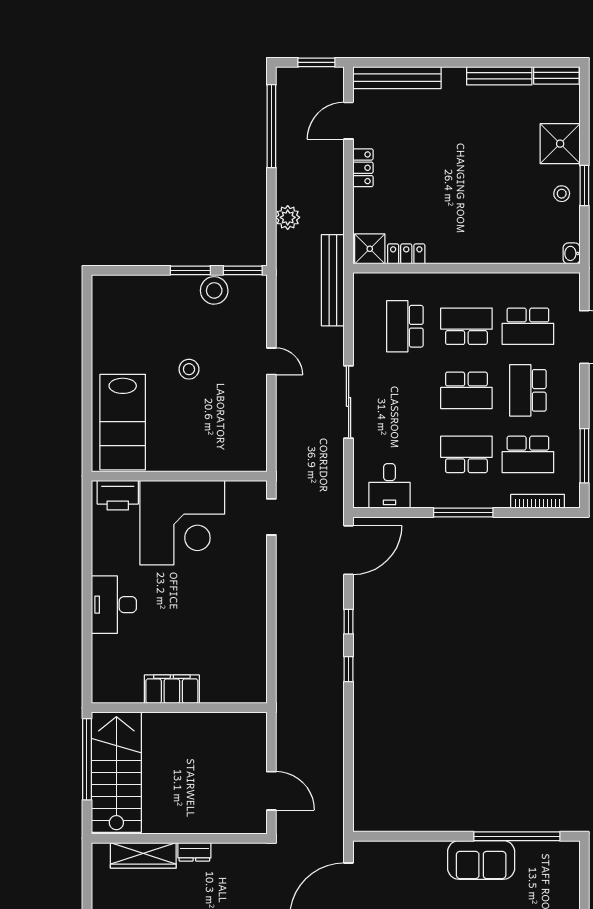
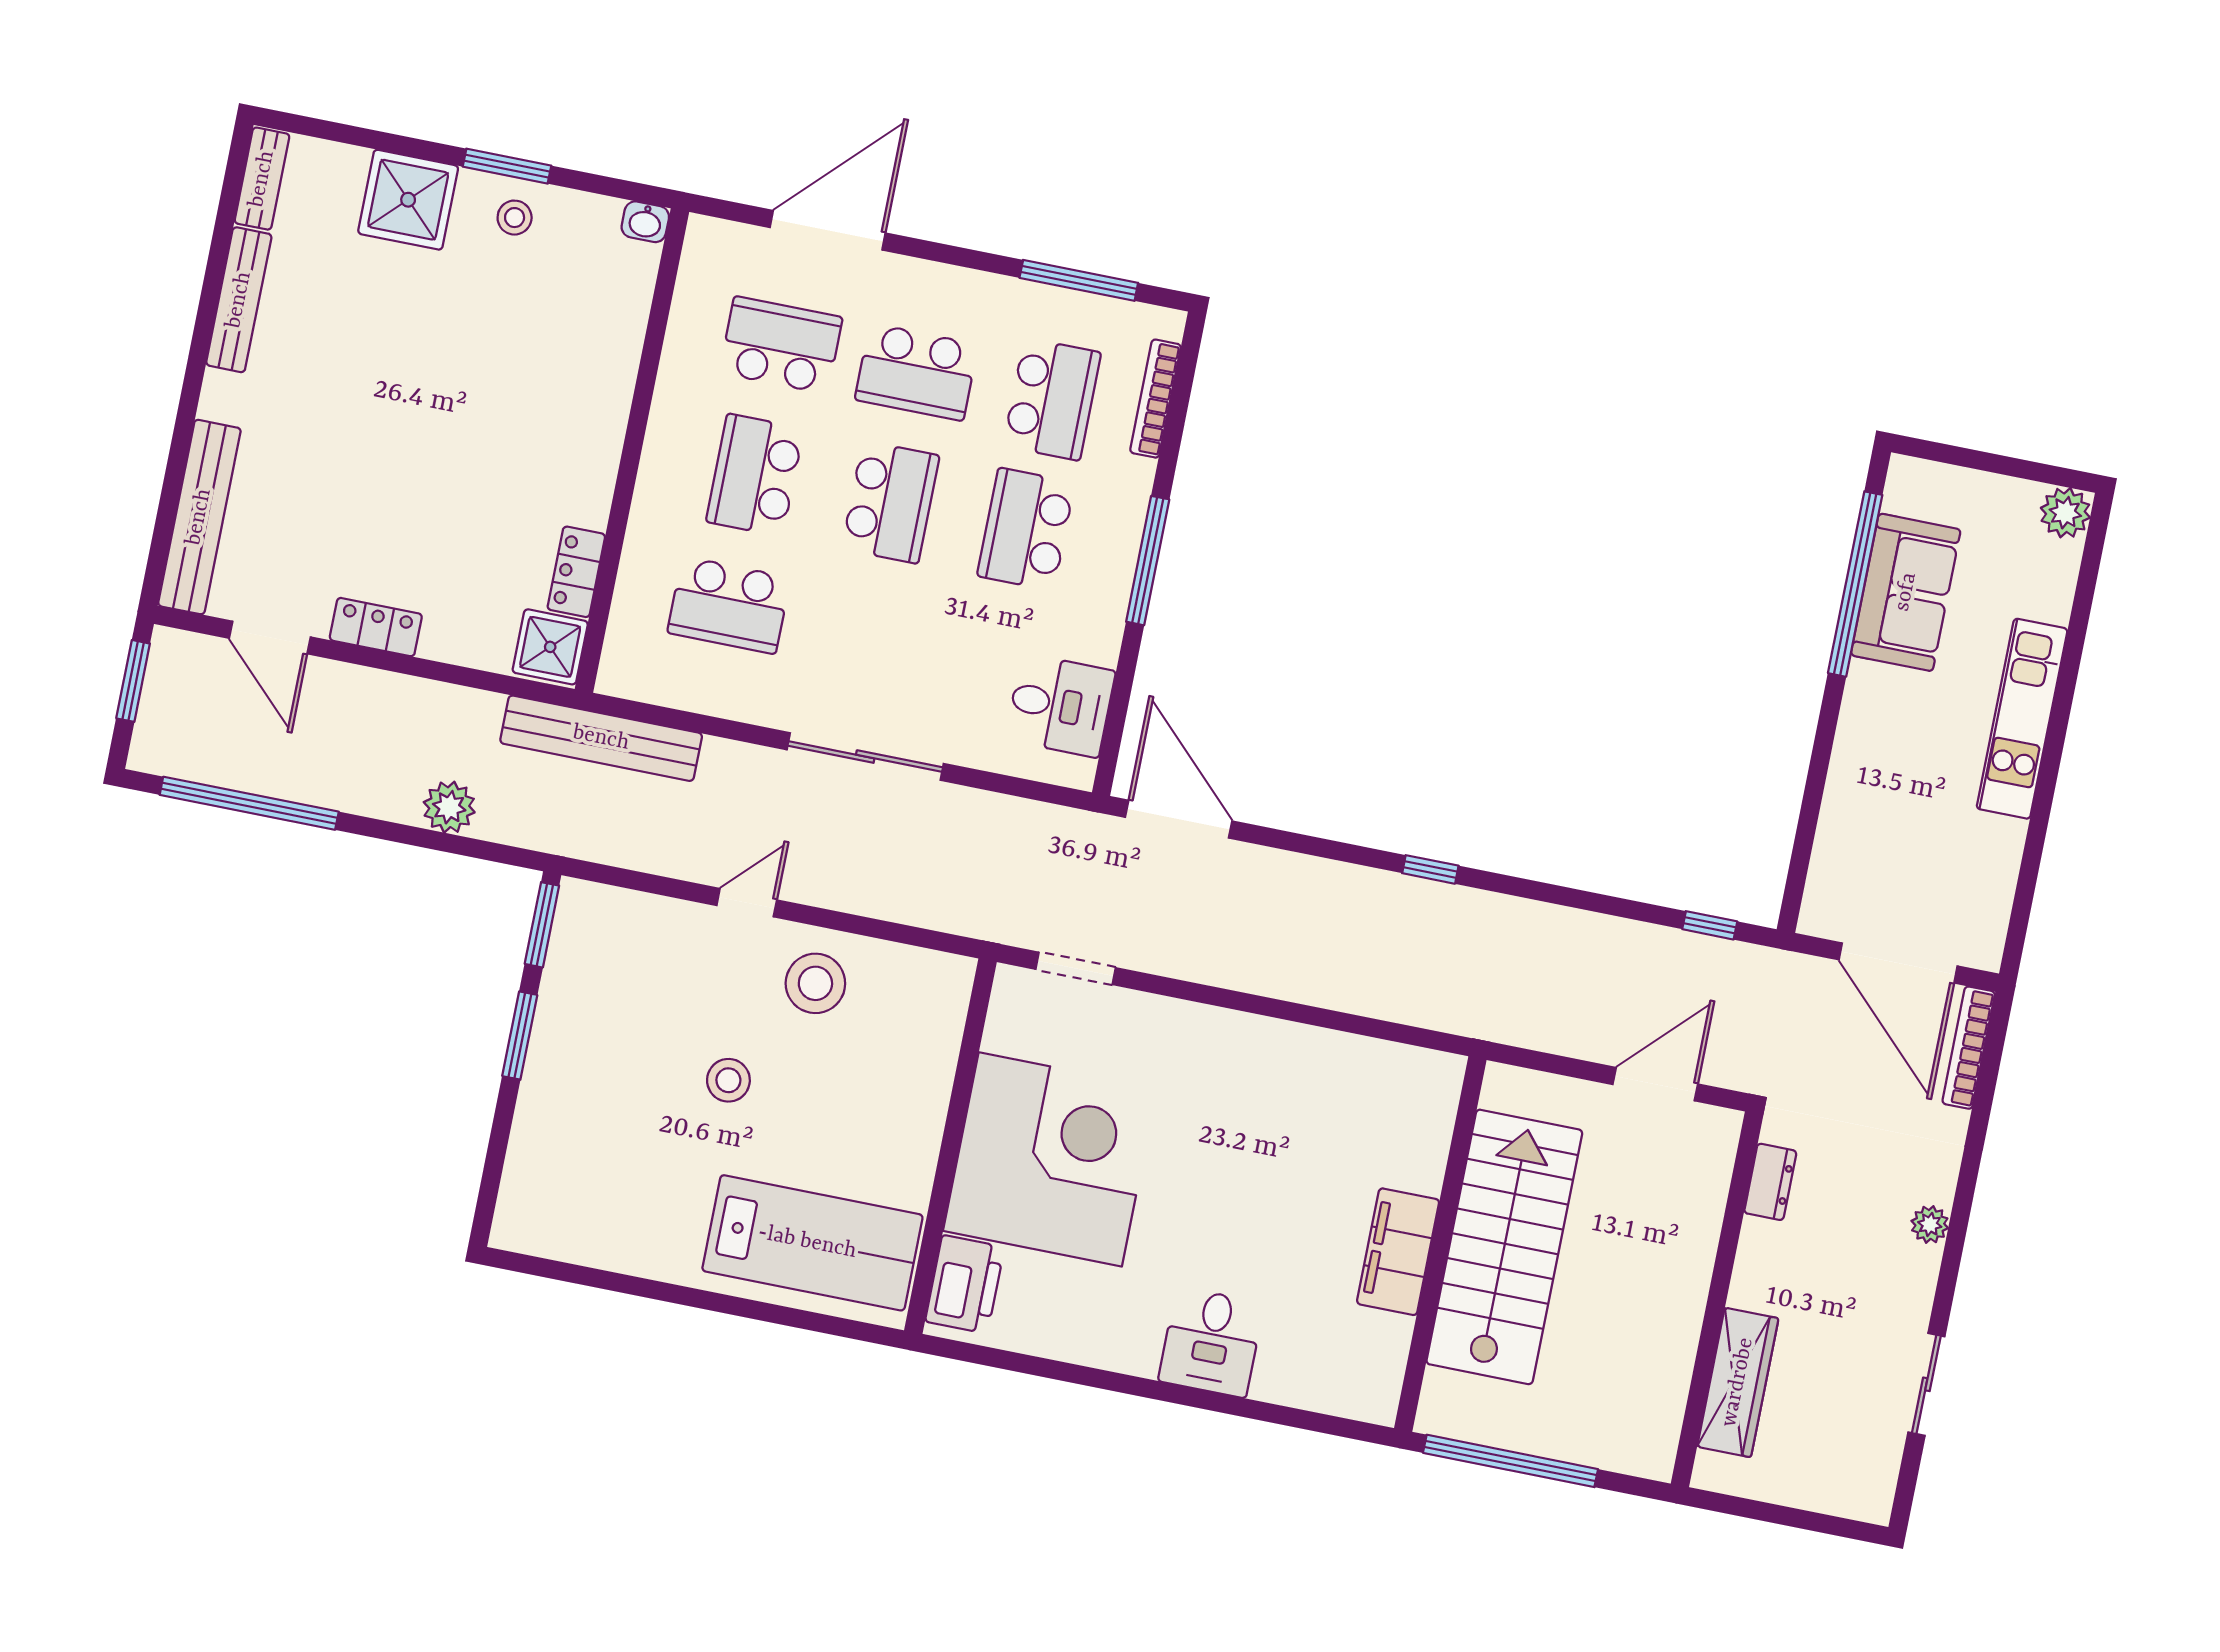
stool: (214, 290) -> (815, 983), moved
school desk: (528, 326) -> (781, 345), turned -90
desk: (114, 605) -> (1211, 1342), width x0.73
window: (349, 622) -> (1710, 925), moved
stairs: (116, 772) -> (1504, 1247), moved, turned 90
dresser: (194, 852) -> (1770, 1182), moved
sofa: (481, 860) -> (1906, 592), moved

